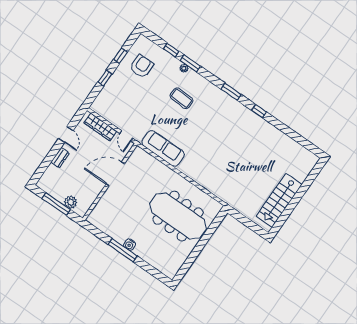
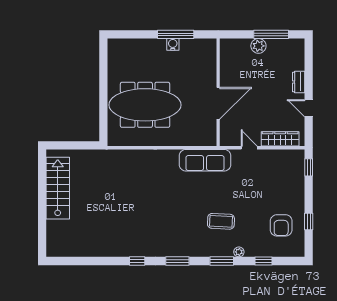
window: (190, 63) -> (222, 261), moved
window: (105, 78) -> (309, 167), moved
door: (115, 174) -> (218, 103), moved
wall: (110, 182) -> (218, 92), moved

